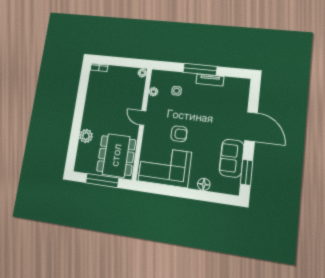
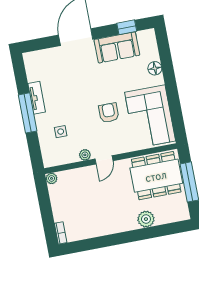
plant: (153, 92) -> (85, 155), moved
window: (247, 172) -> (127, 27), width x0.67

